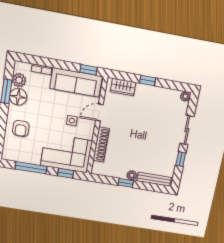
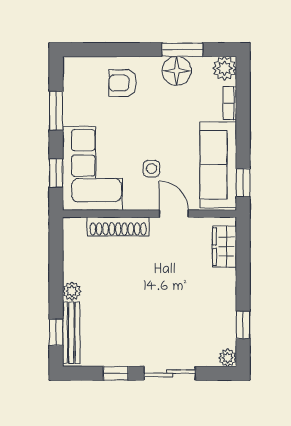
plant: (19, 80) -> (225, 68), moved
window: (148, 80) -> (243, 325), moved
window: (31, 168) -> (56, 111), width x0.69
window: (126, 183) -> (56, 332), moved

